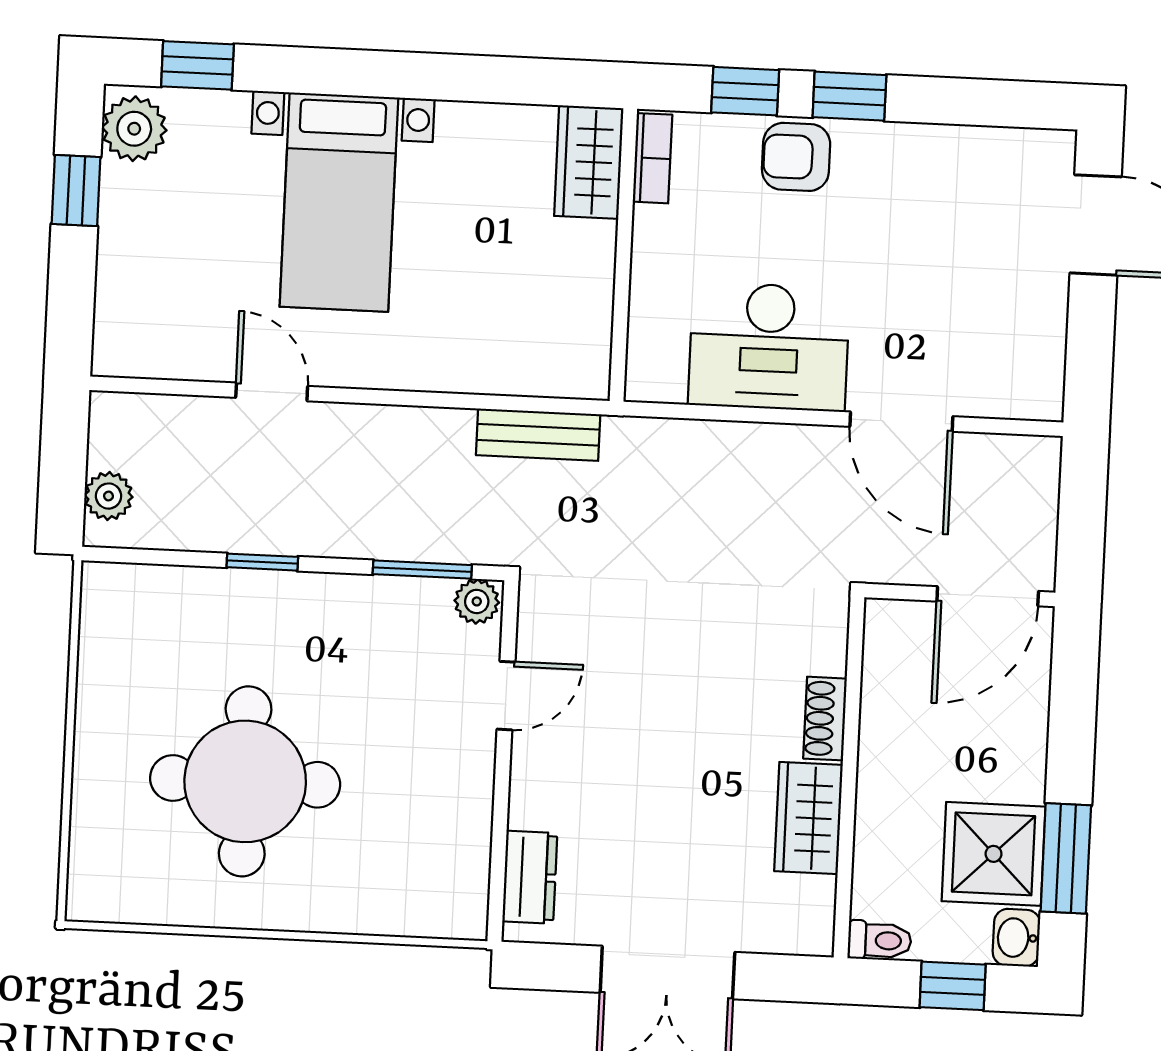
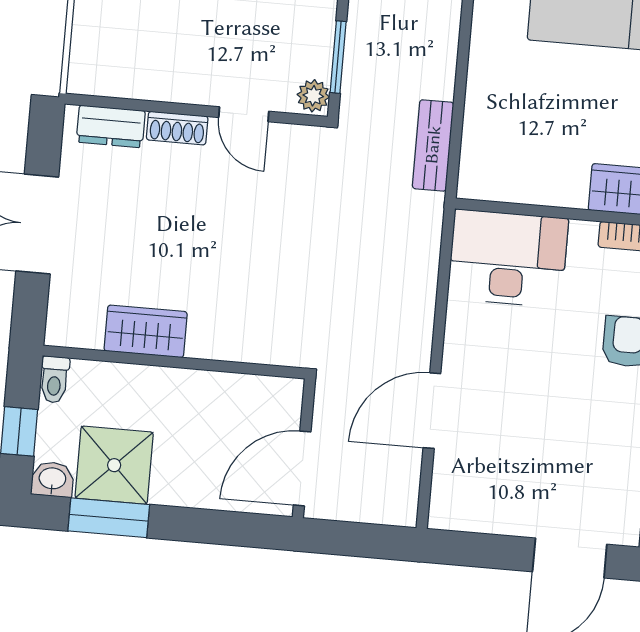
desk: (769, 347) -> (508, 258), moved, turned 90
door: (988, 596) -> (302, 468), hinge flipped
shoe rack: (825, 719) -> (177, 128), moved, turned 180

